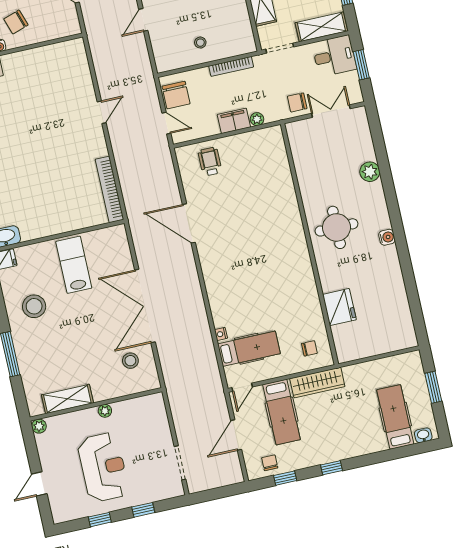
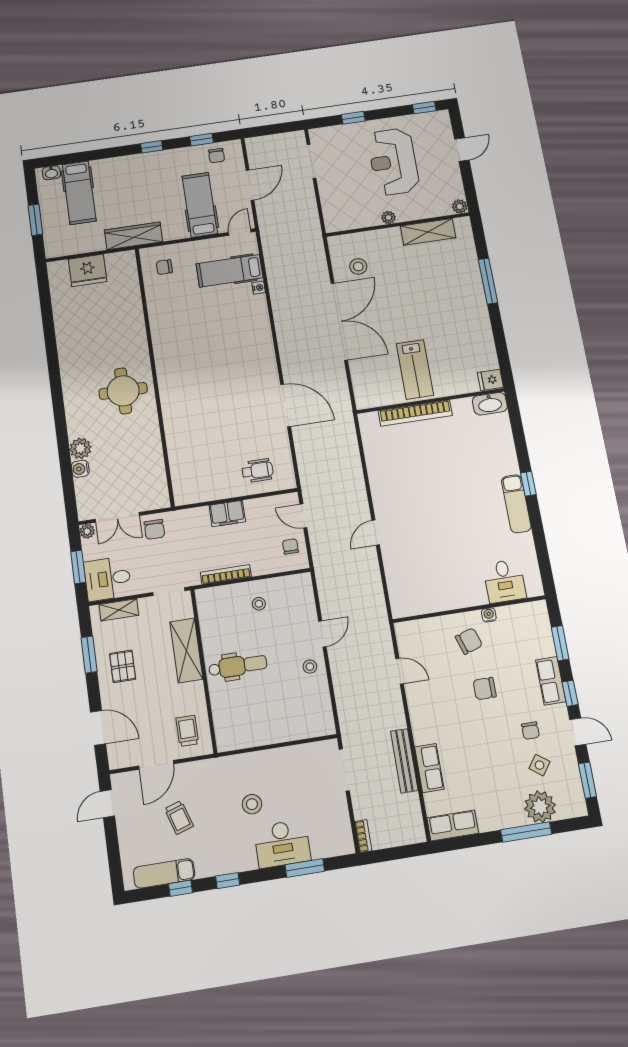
shelving: (321, 27) -> (119, 610), width x0.67, depth x0.75
chair: (176, 95) -> (290, 546), width x0.54, depth x0.54
chair: (297, 102) -> (154, 529), turned 90
plant: (257, 119) -> (87, 531), moved
wheelchair: (210, 162) -> (257, 471), turned -90
bookcase: (110, 189) -> (415, 413), moved, turned 90
water cooler: (387, 237) -> (80, 469), moved
stool: (34, 306) -> (460, 329), removed
fridge: (339, 307) -> (88, 270), moved, turned -90
wardrobe: (317, 382) -> (134, 236), moved
window: (100, 520) -> (424, 108), moved

